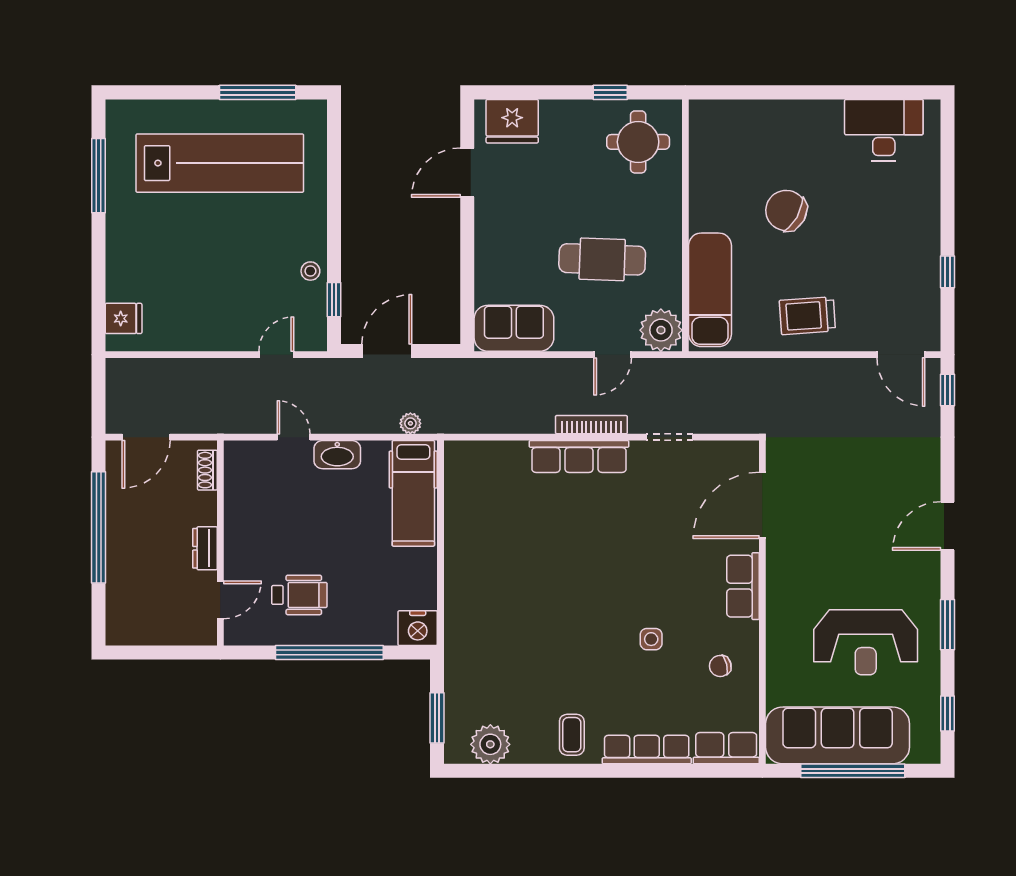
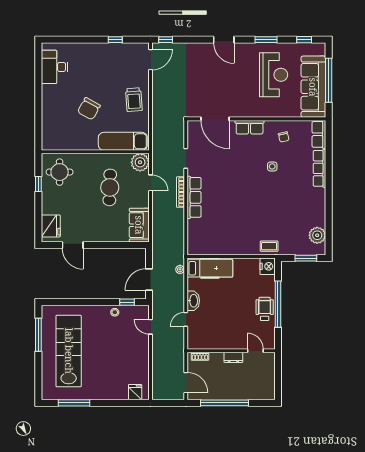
door: (387, 351) -> (149, 280), hinge flipped
wheelchair: (299, 595) -> (265, 309), moved
coffee table: (572, 735) -> (269, 246), moved

